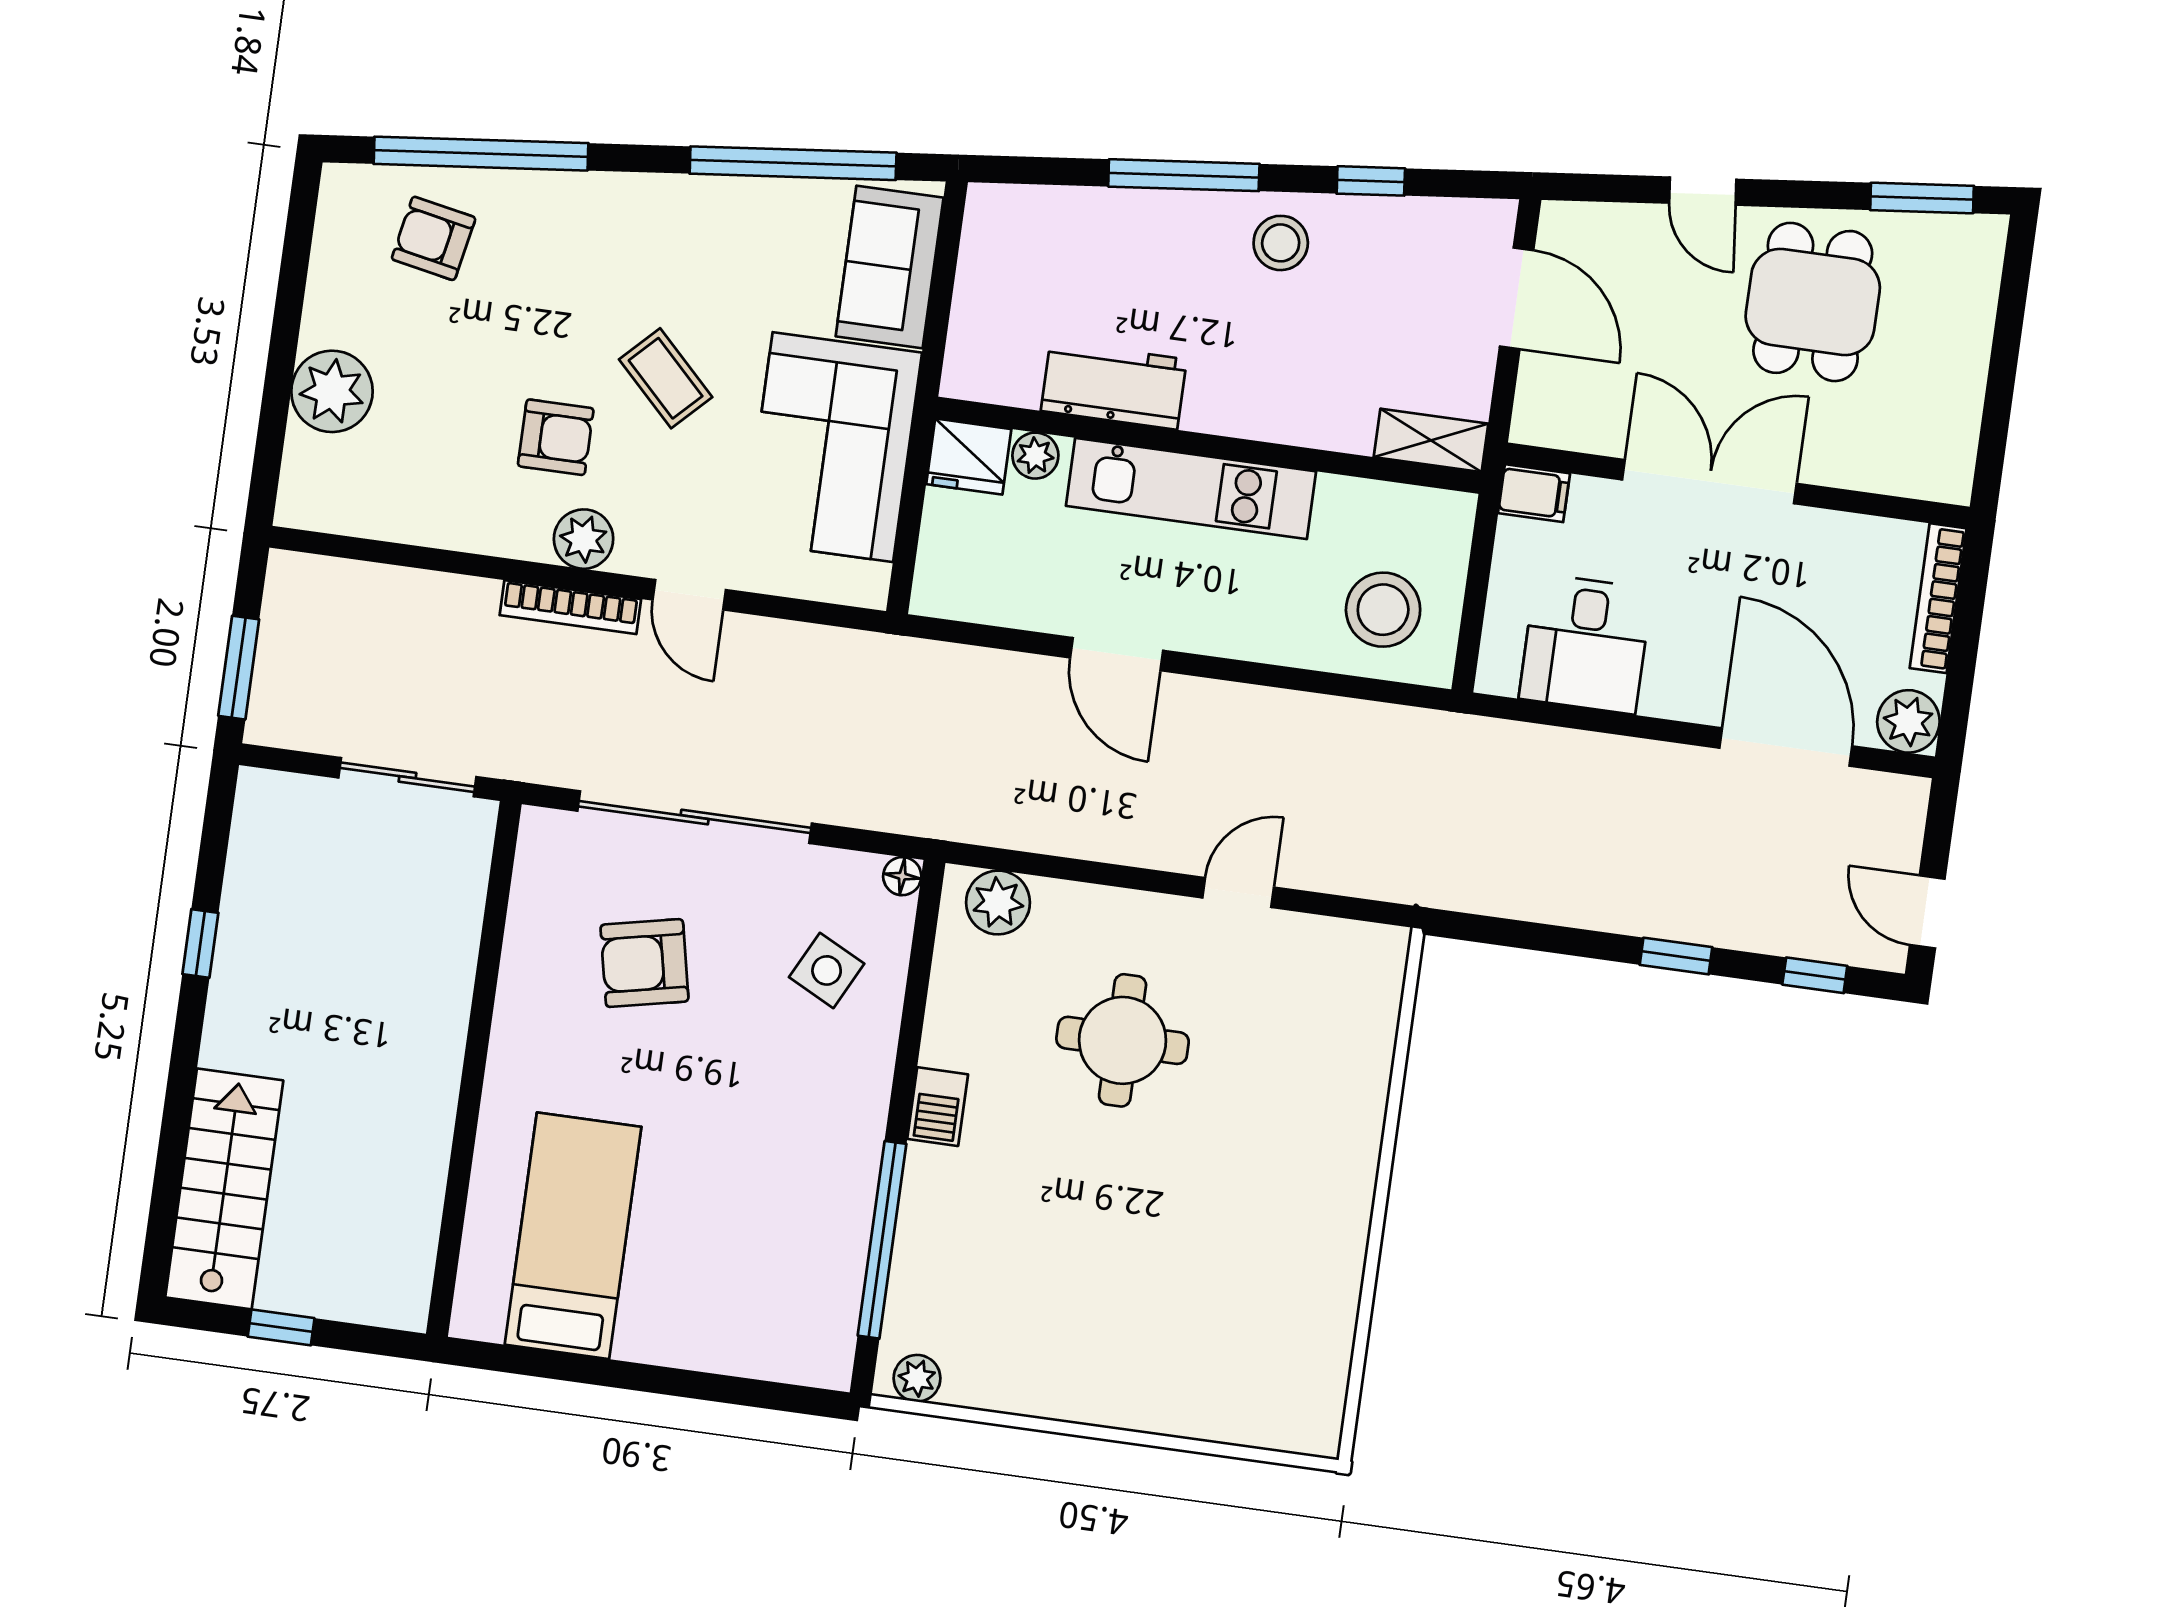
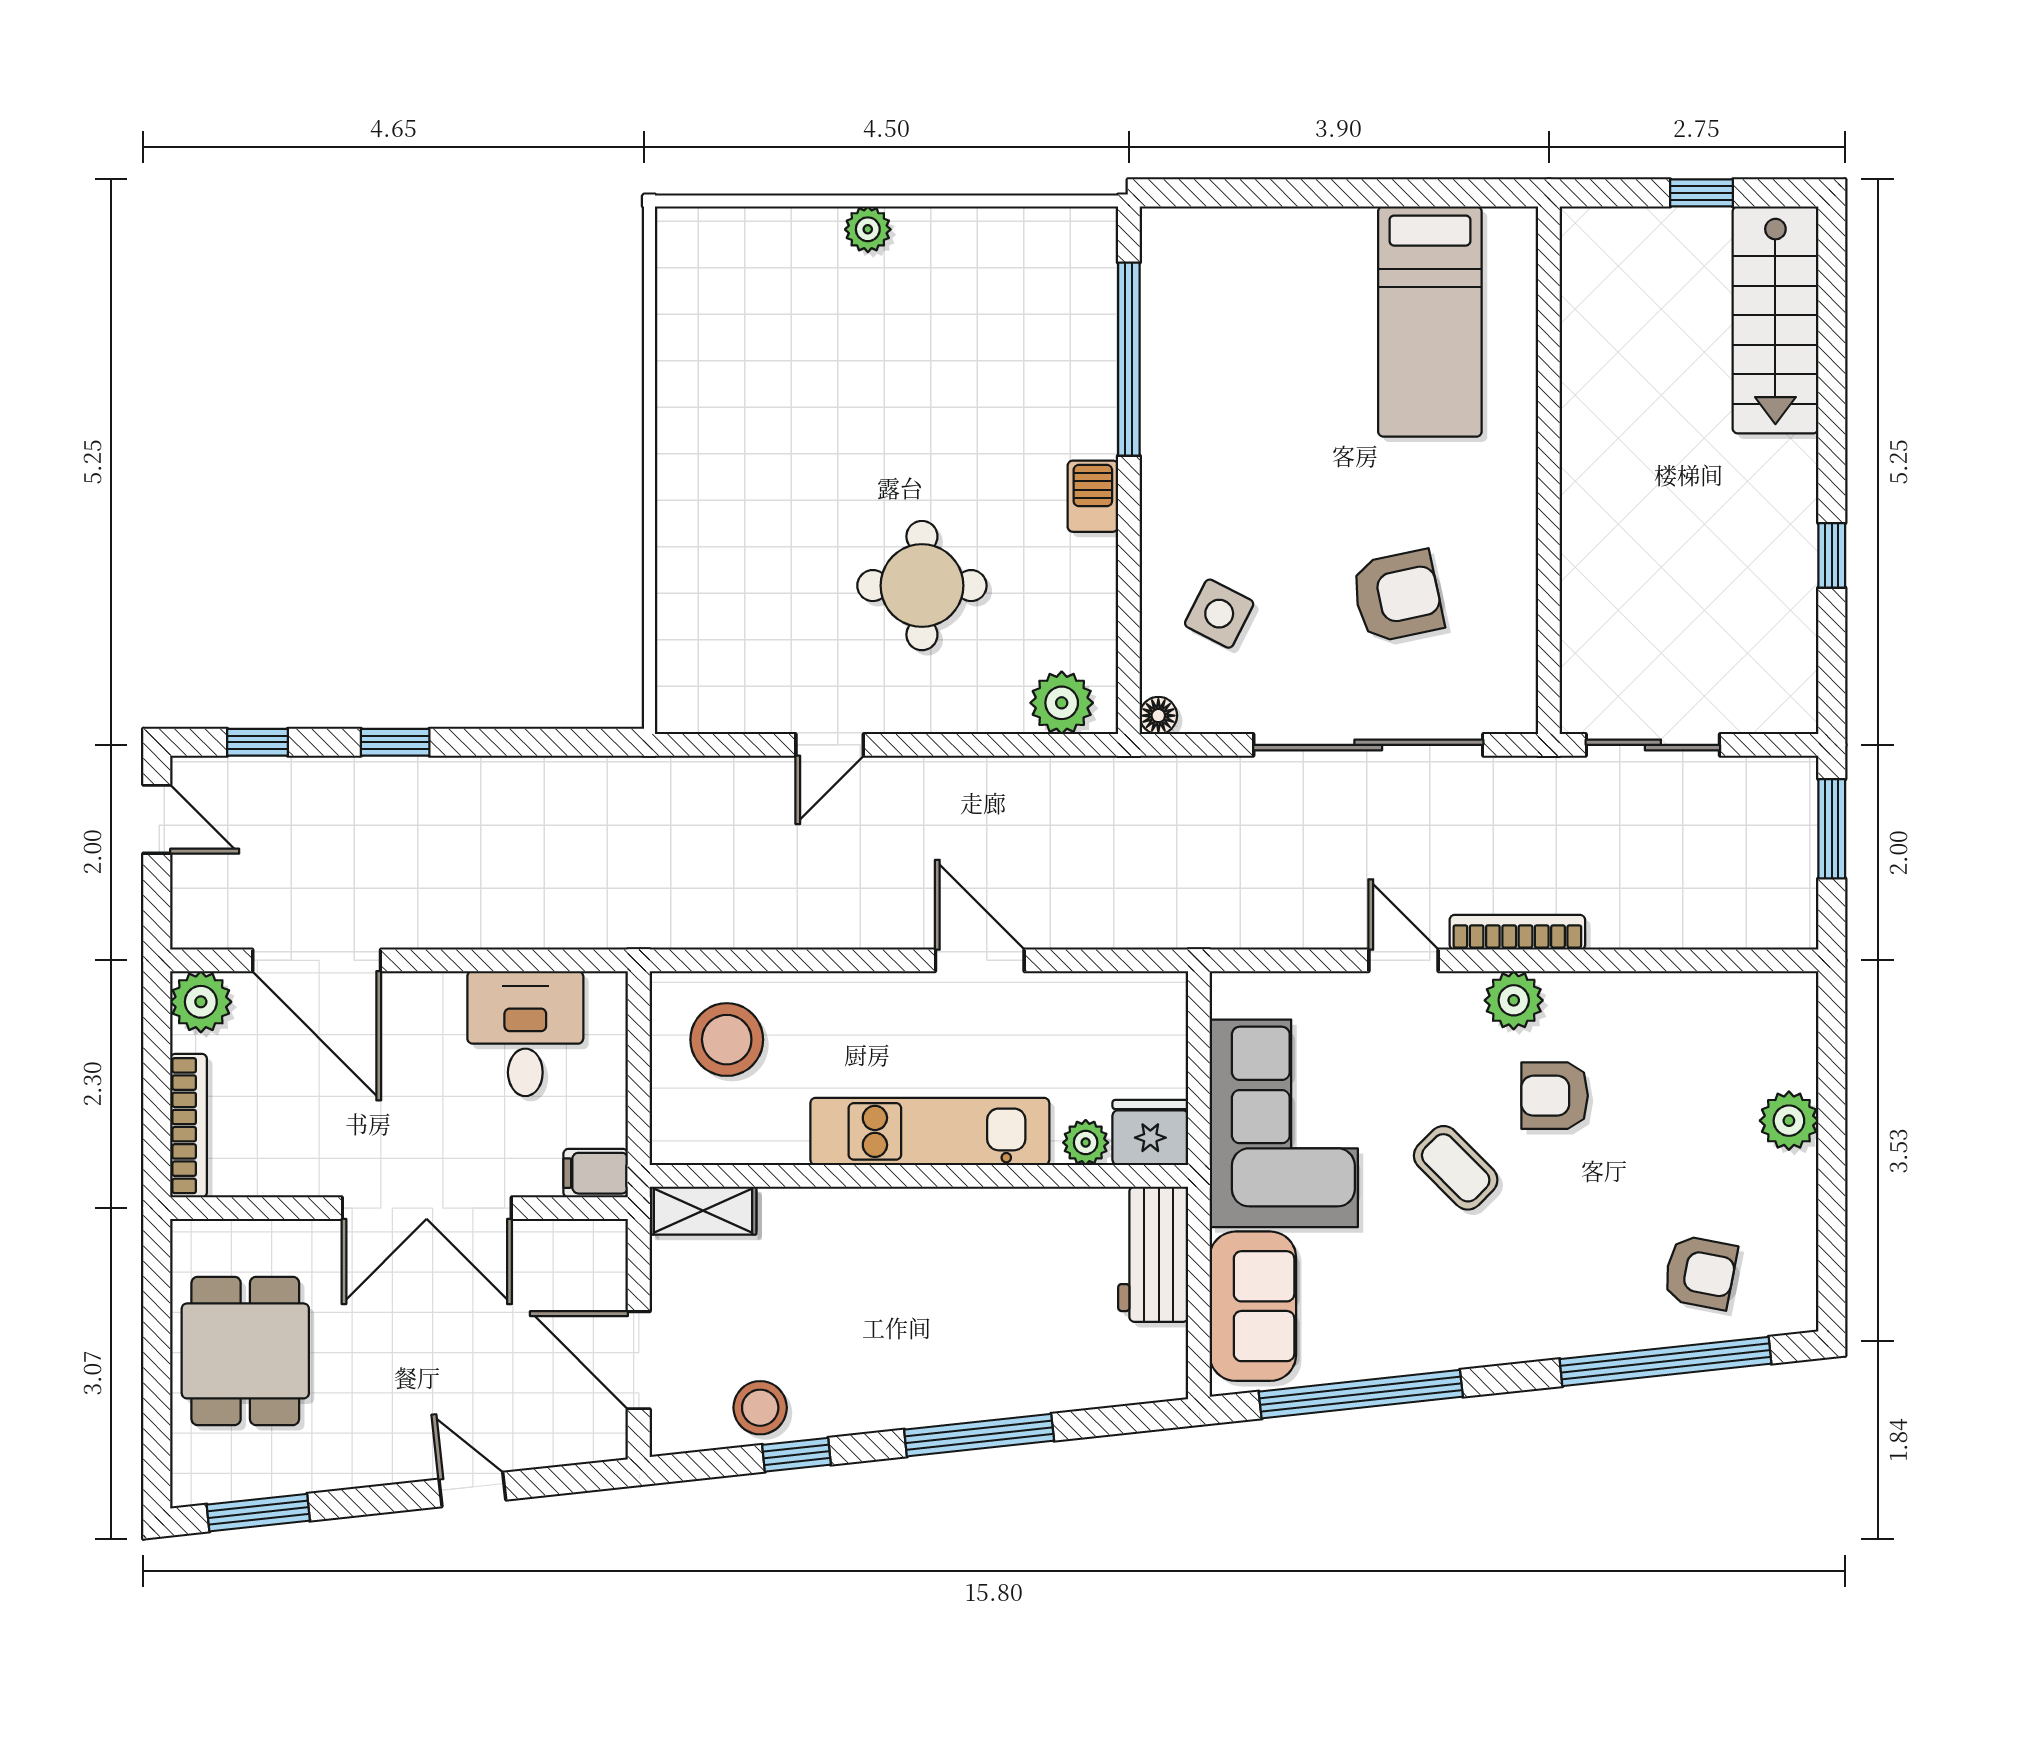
stool: (1281, 243) -> (760, 1408), moved
dining table: (1813, 302) -> (245, 1351), moved
workbench: (1114, 385) -> (1153, 1254), moved, turned 90
plant: (332, 391) -> (1789, 1121), width x0.73, depth x0.73
plant: (917, 1378) -> (868, 229), moved

